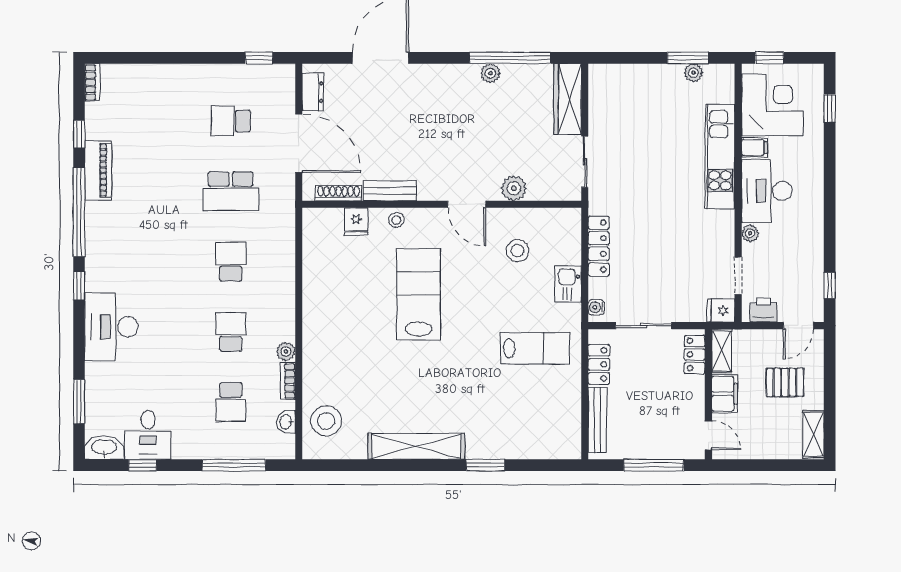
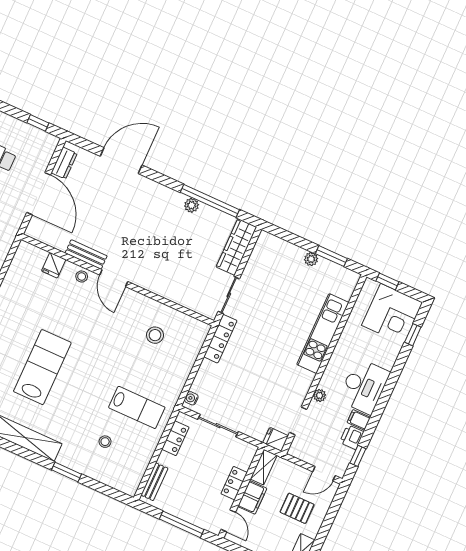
plant: (693, 73) -> (311, 259), moved
corner desk: (772, 105) -> (392, 314), moved, turned 90
filing cabinet: (755, 147) -> (359, 420), moved, turned 180
plant: (514, 188) -> (172, 291), removed
desk: (767, 191) -> (364, 386), moved, turned 180
shoe rack: (338, 193) -> (50, 240), removed
door: (467, 204) -> (114, 278), moved
locker: (599, 246) -> (220, 339), moved
kitchen sink: (568, 284) -> (179, 374), removed
lab bench: (419, 294) -> (42, 367), moved
printer: (763, 310) -> (352, 437), moved, turned -90
locker: (695, 354) -> (234, 483), moved
stool: (515, 407) -> (105, 442), added
bench: (597, 420) -> (154, 482), width x0.73

